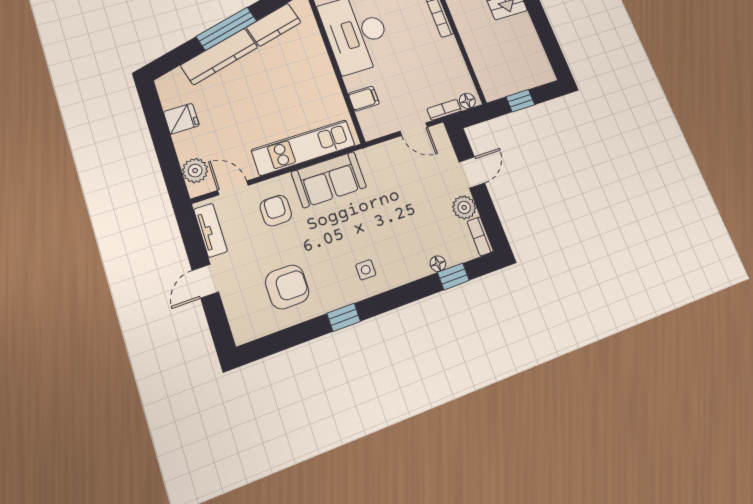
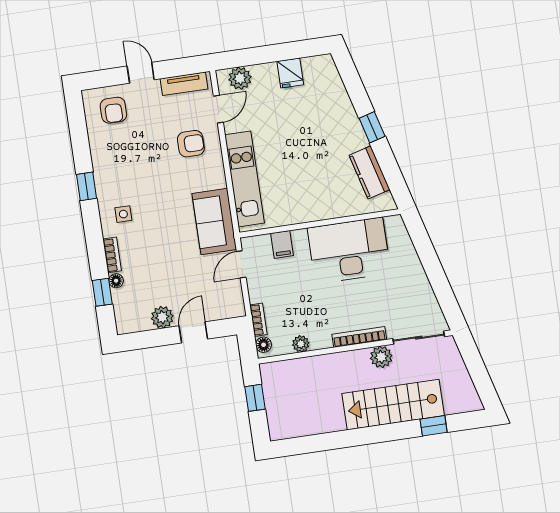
window: (227, 29) -> (372, 127), width x0.46
kitchen counter: (219, 56) -> (345, 116), removed
plant: (458, 65) -> (301, 344), added
door: (414, 129) -> (241, 264), moved
door: (472, 173) -> (193, 332), swing flipped
sofa: (329, 180) -> (214, 222), moved
bookcase: (480, 236) -> (112, 255), moved, turned 90
armchair: (287, 287) -> (113, 110), moved, width x0.72, depth x0.72

